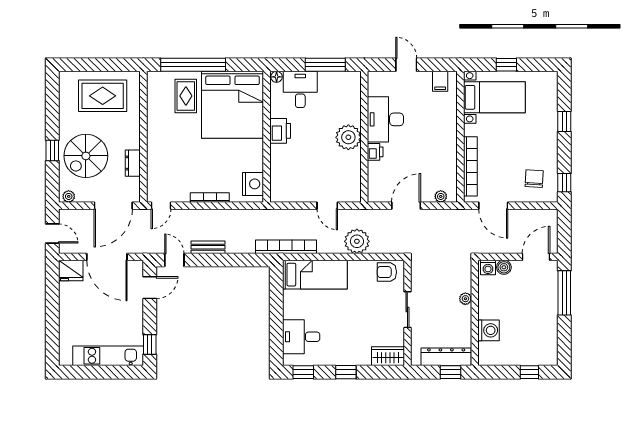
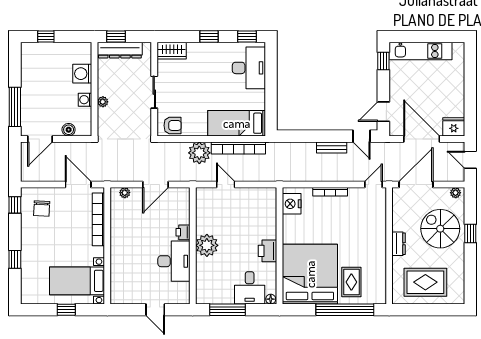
filing cabinet: (440, 81) -> (125, 295), removed
spiral stairs: (86, 156) -> (440, 229), turned -90
dresser: (133, 163) -> (399, 244), moved
bookcase: (286, 247) -> (238, 148), moved
washing machine: (488, 267) -> (85, 100), moved, turned -90
desk: (301, 337) -> (249, 68), width x1.37

